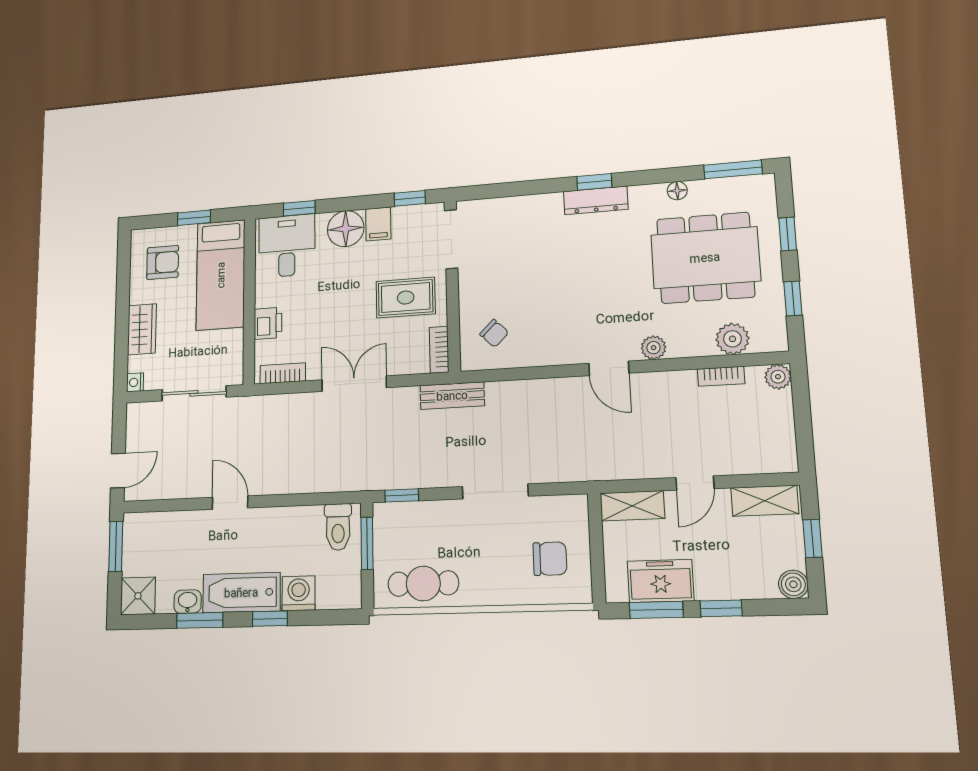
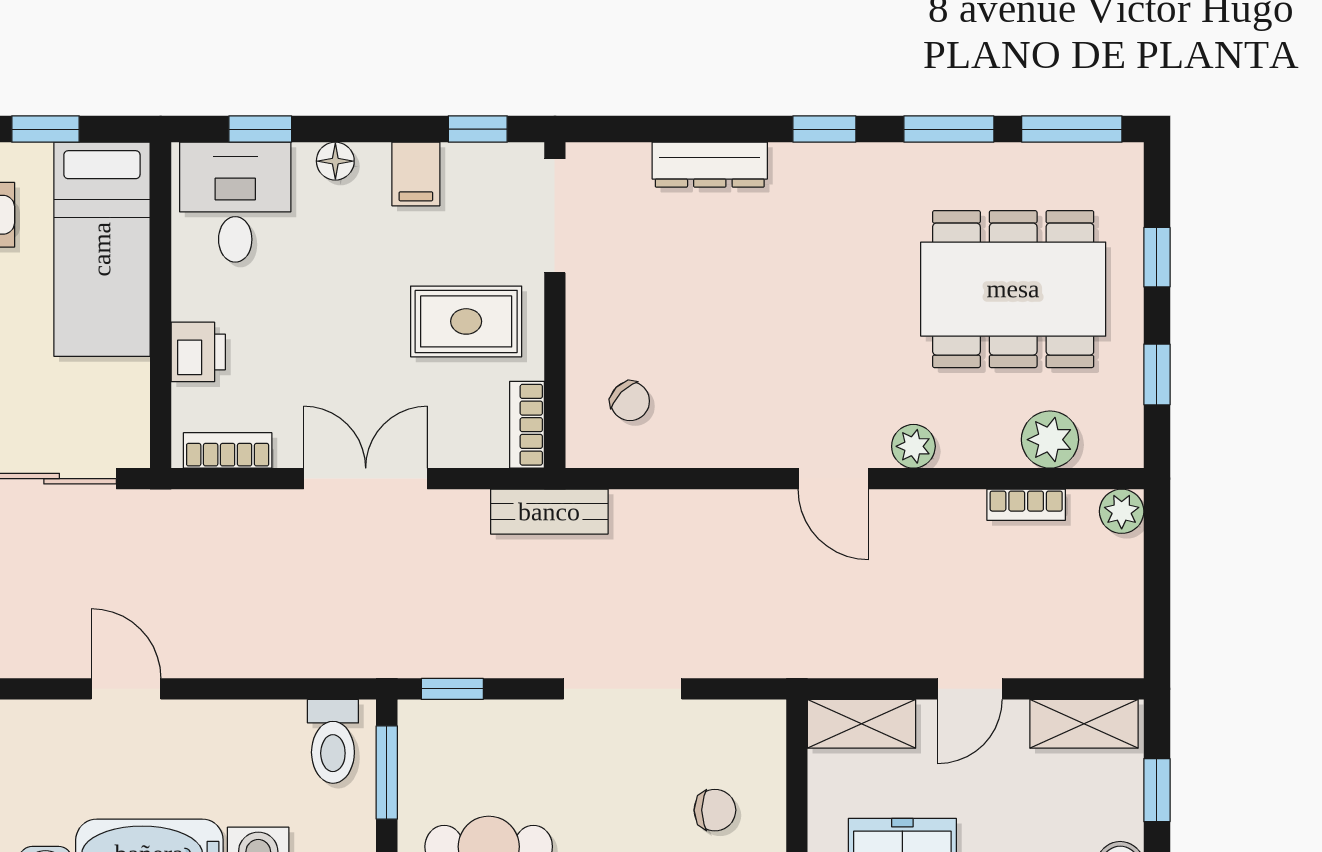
window: (663, 176) -> (949, 129), added
floor lamp: (677, 191) -> (972, 160), removed
dresser: (596, 200) -> (710, 165), moved
floor lamp: (346, 229) -> (335, 161), width x0.53, depth x0.53
chair: (550, 559) -> (715, 810), width x0.73, depth x0.73

